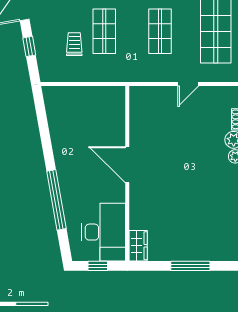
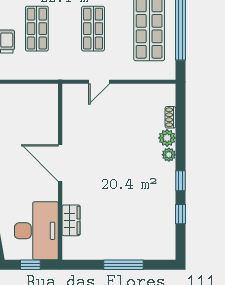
door: (188, 84) -> (99, 82), moved
wardrobe: (138, 246) -> (71, 220), moved

